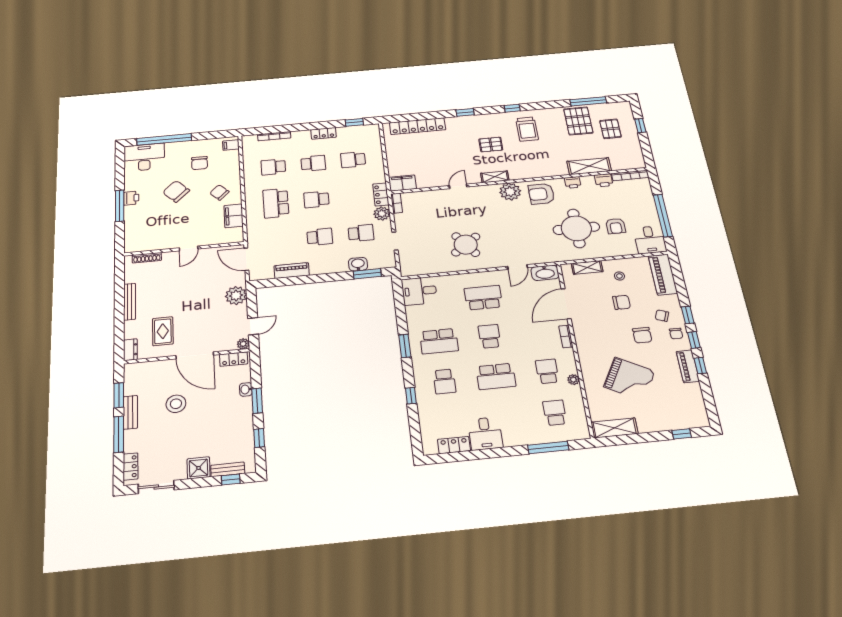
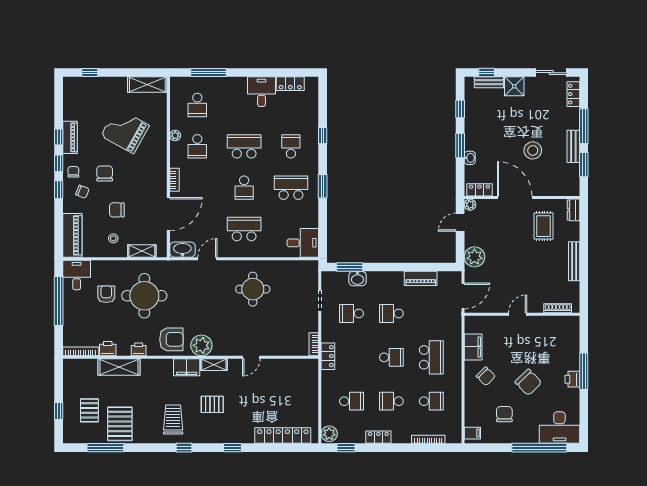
filing cabinet: (402, 183) -> (187, 367), moved
plant: (382, 214) -> (329, 434), moved
round table: (466, 245) -> (253, 289), turned 37
door: (246, 259) -> (463, 296), hinge flipped
school desk: (483, 298) -> (244, 229), turned 180

